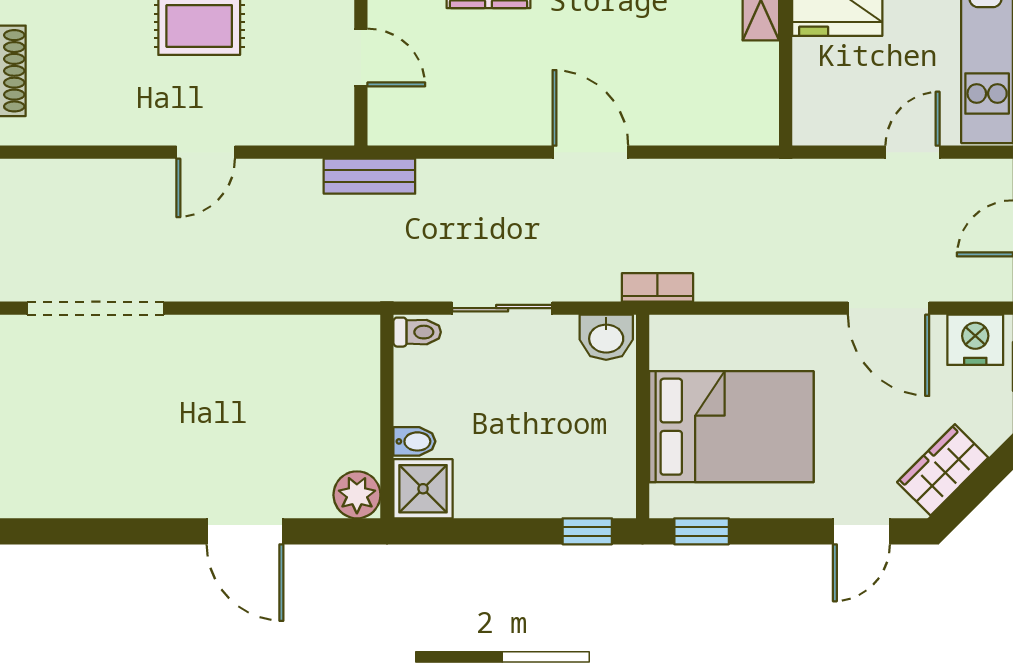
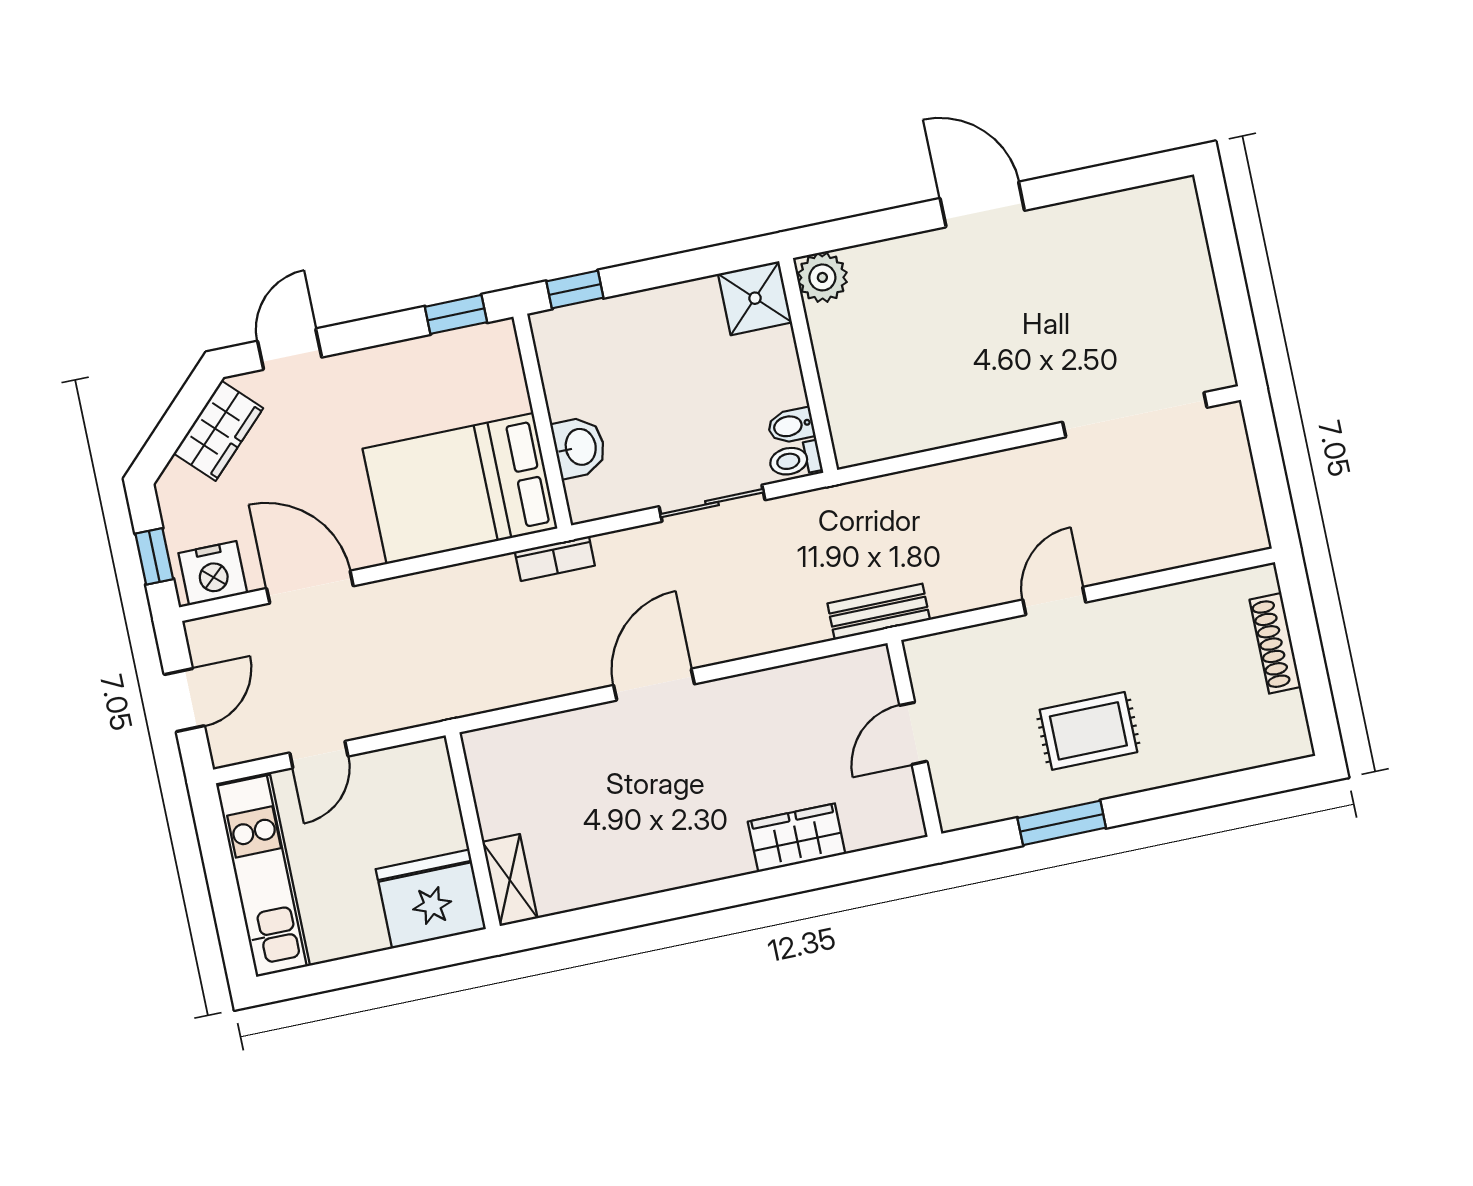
door: (361, 57) -> (913, 733), hinge flipped
door: (590, 152) -> (654, 685), swing flipped
washbasin: (606, 337) -> (579, 447), moved, turned 90
bed: (731, 427) -> (460, 488), moved
bidet: (414, 441) -> (791, 426), moved
door: (245, 531) -> (982, 204), moved

